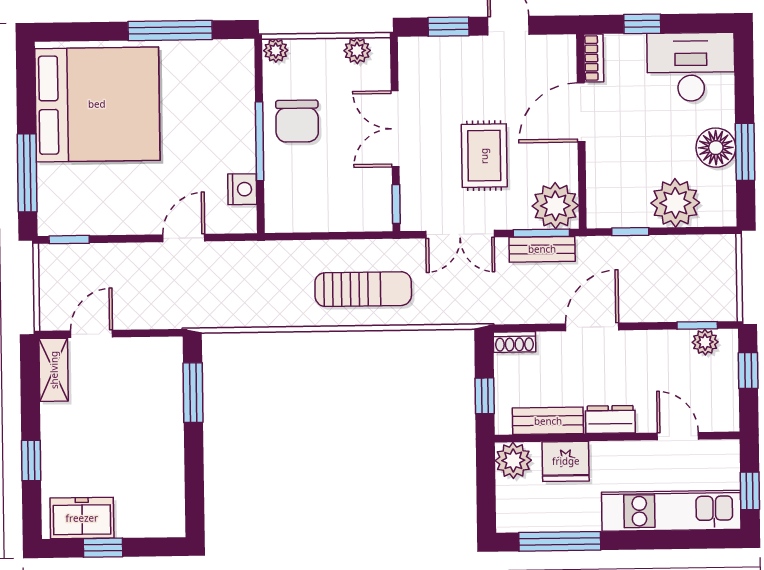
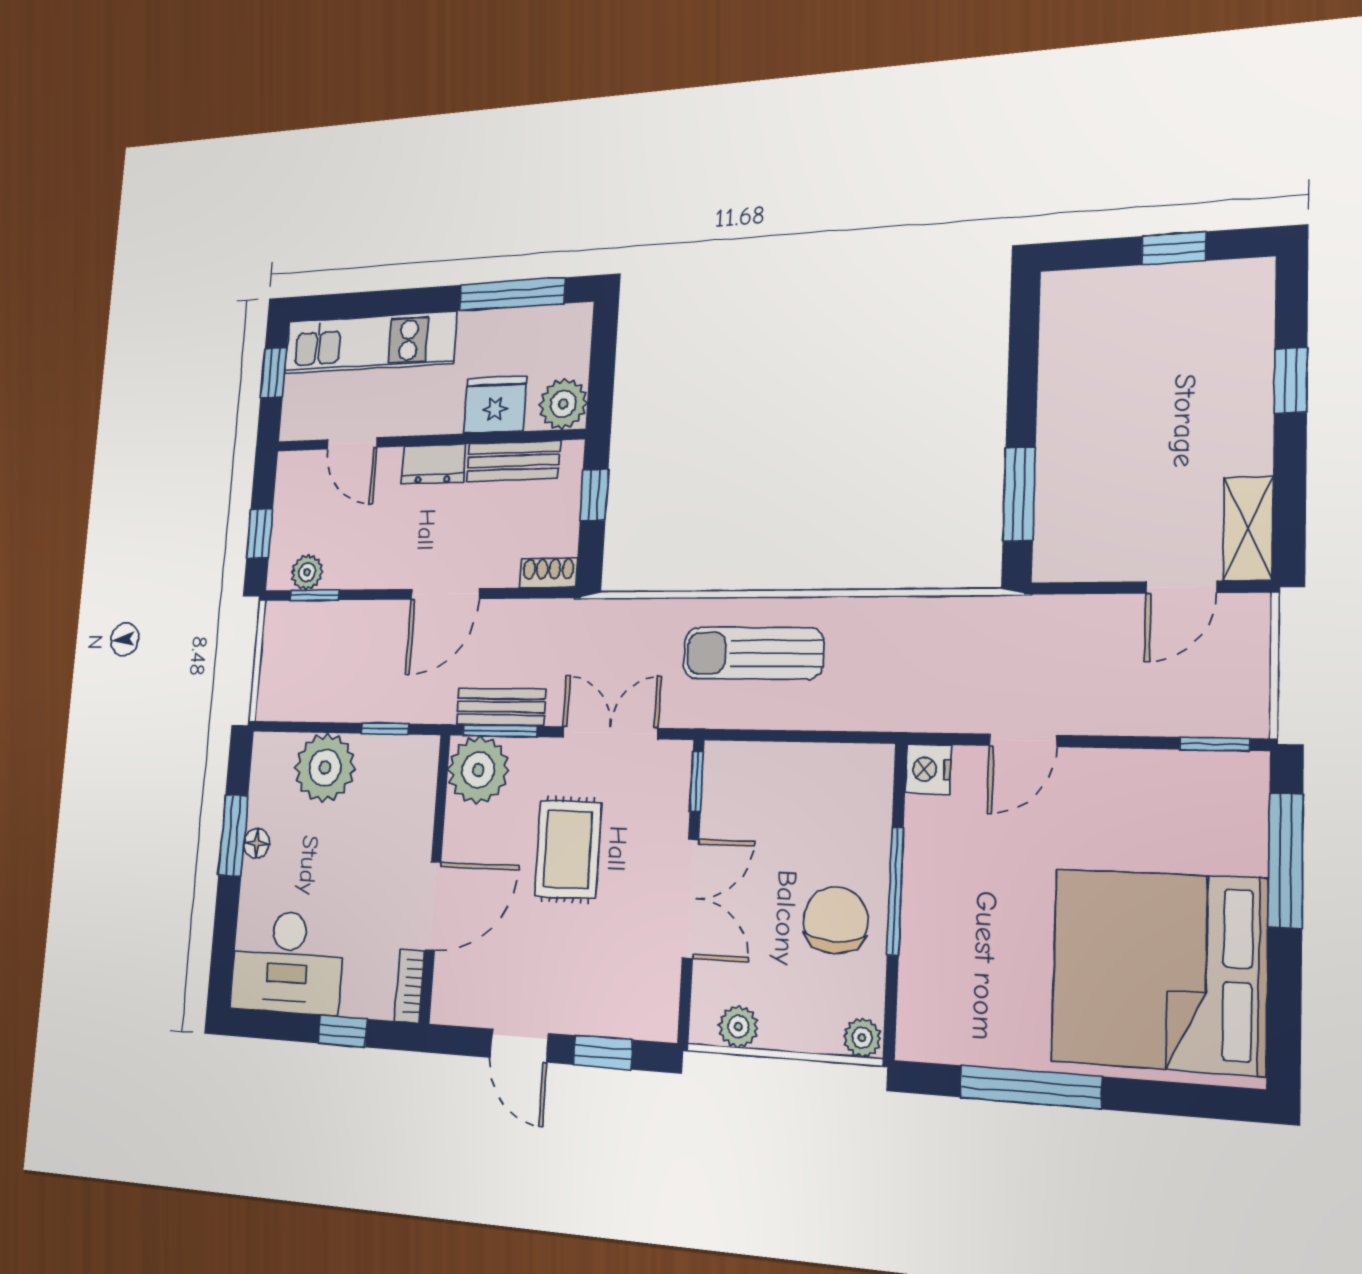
floor lamp: (716, 148) -> (257, 843), width x0.53, depth x0.53
nightstand: (242, 189) -> (928, 769), moved
freezer: (82, 518) -> (1207, 293), removed

